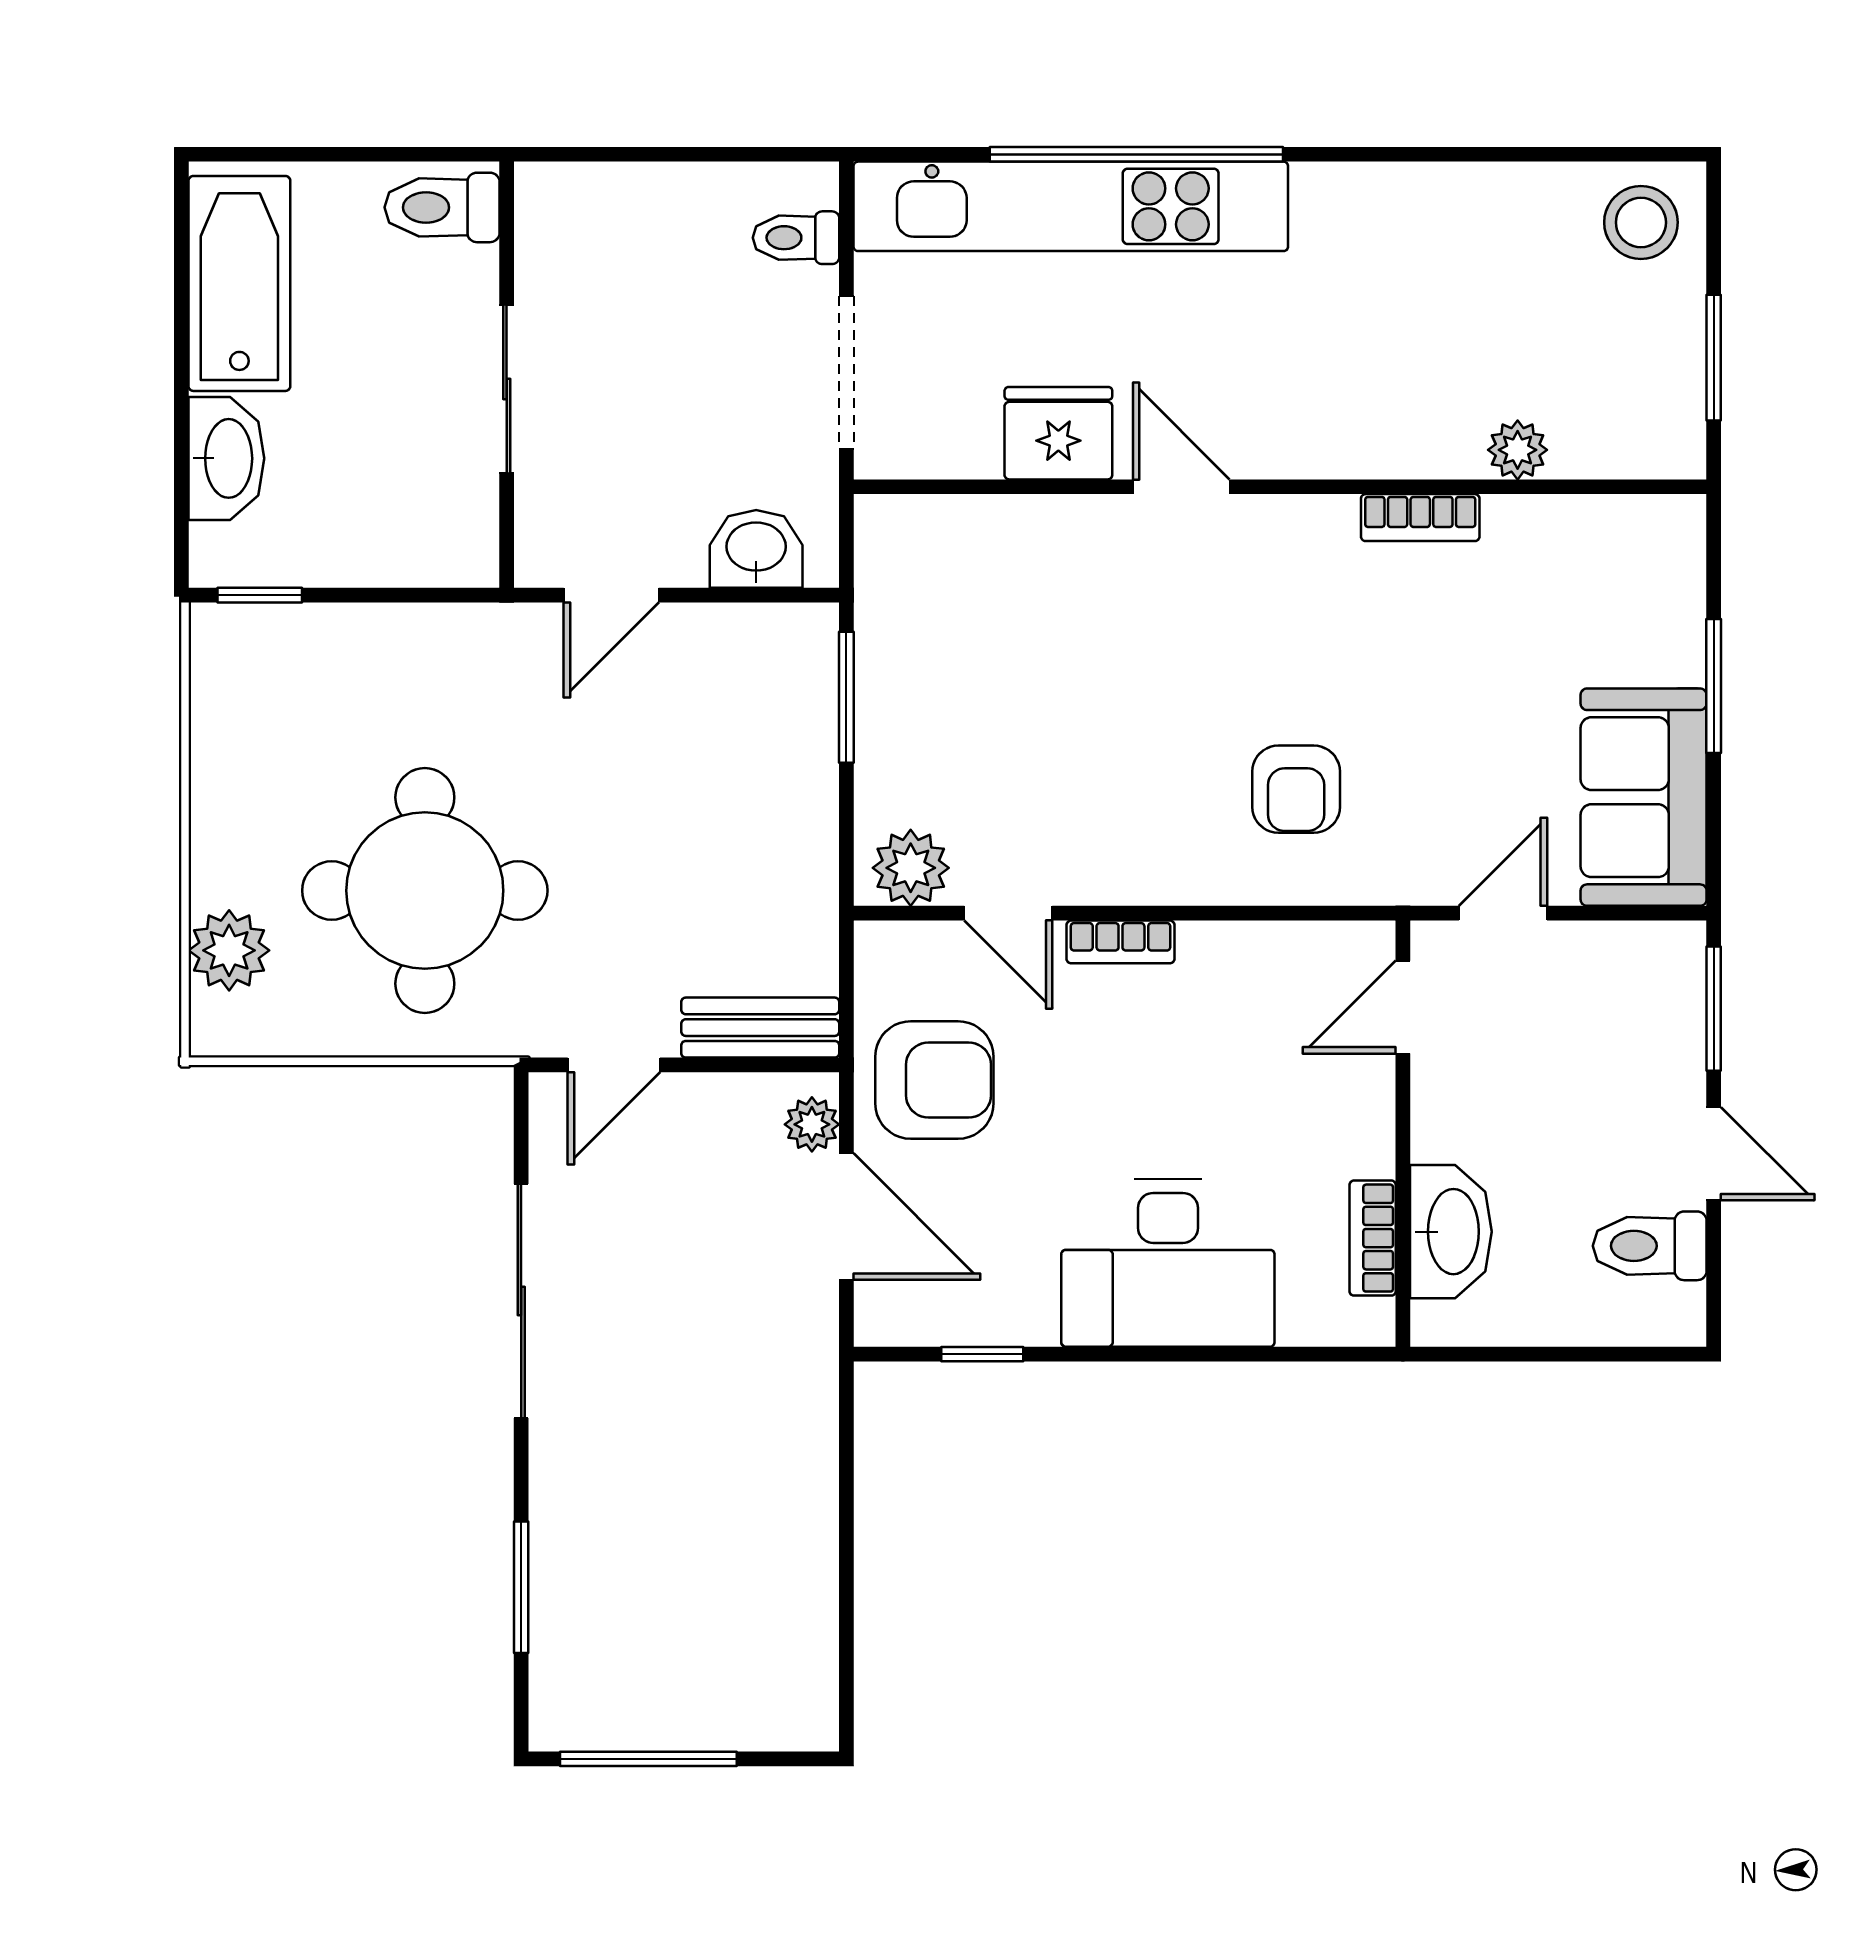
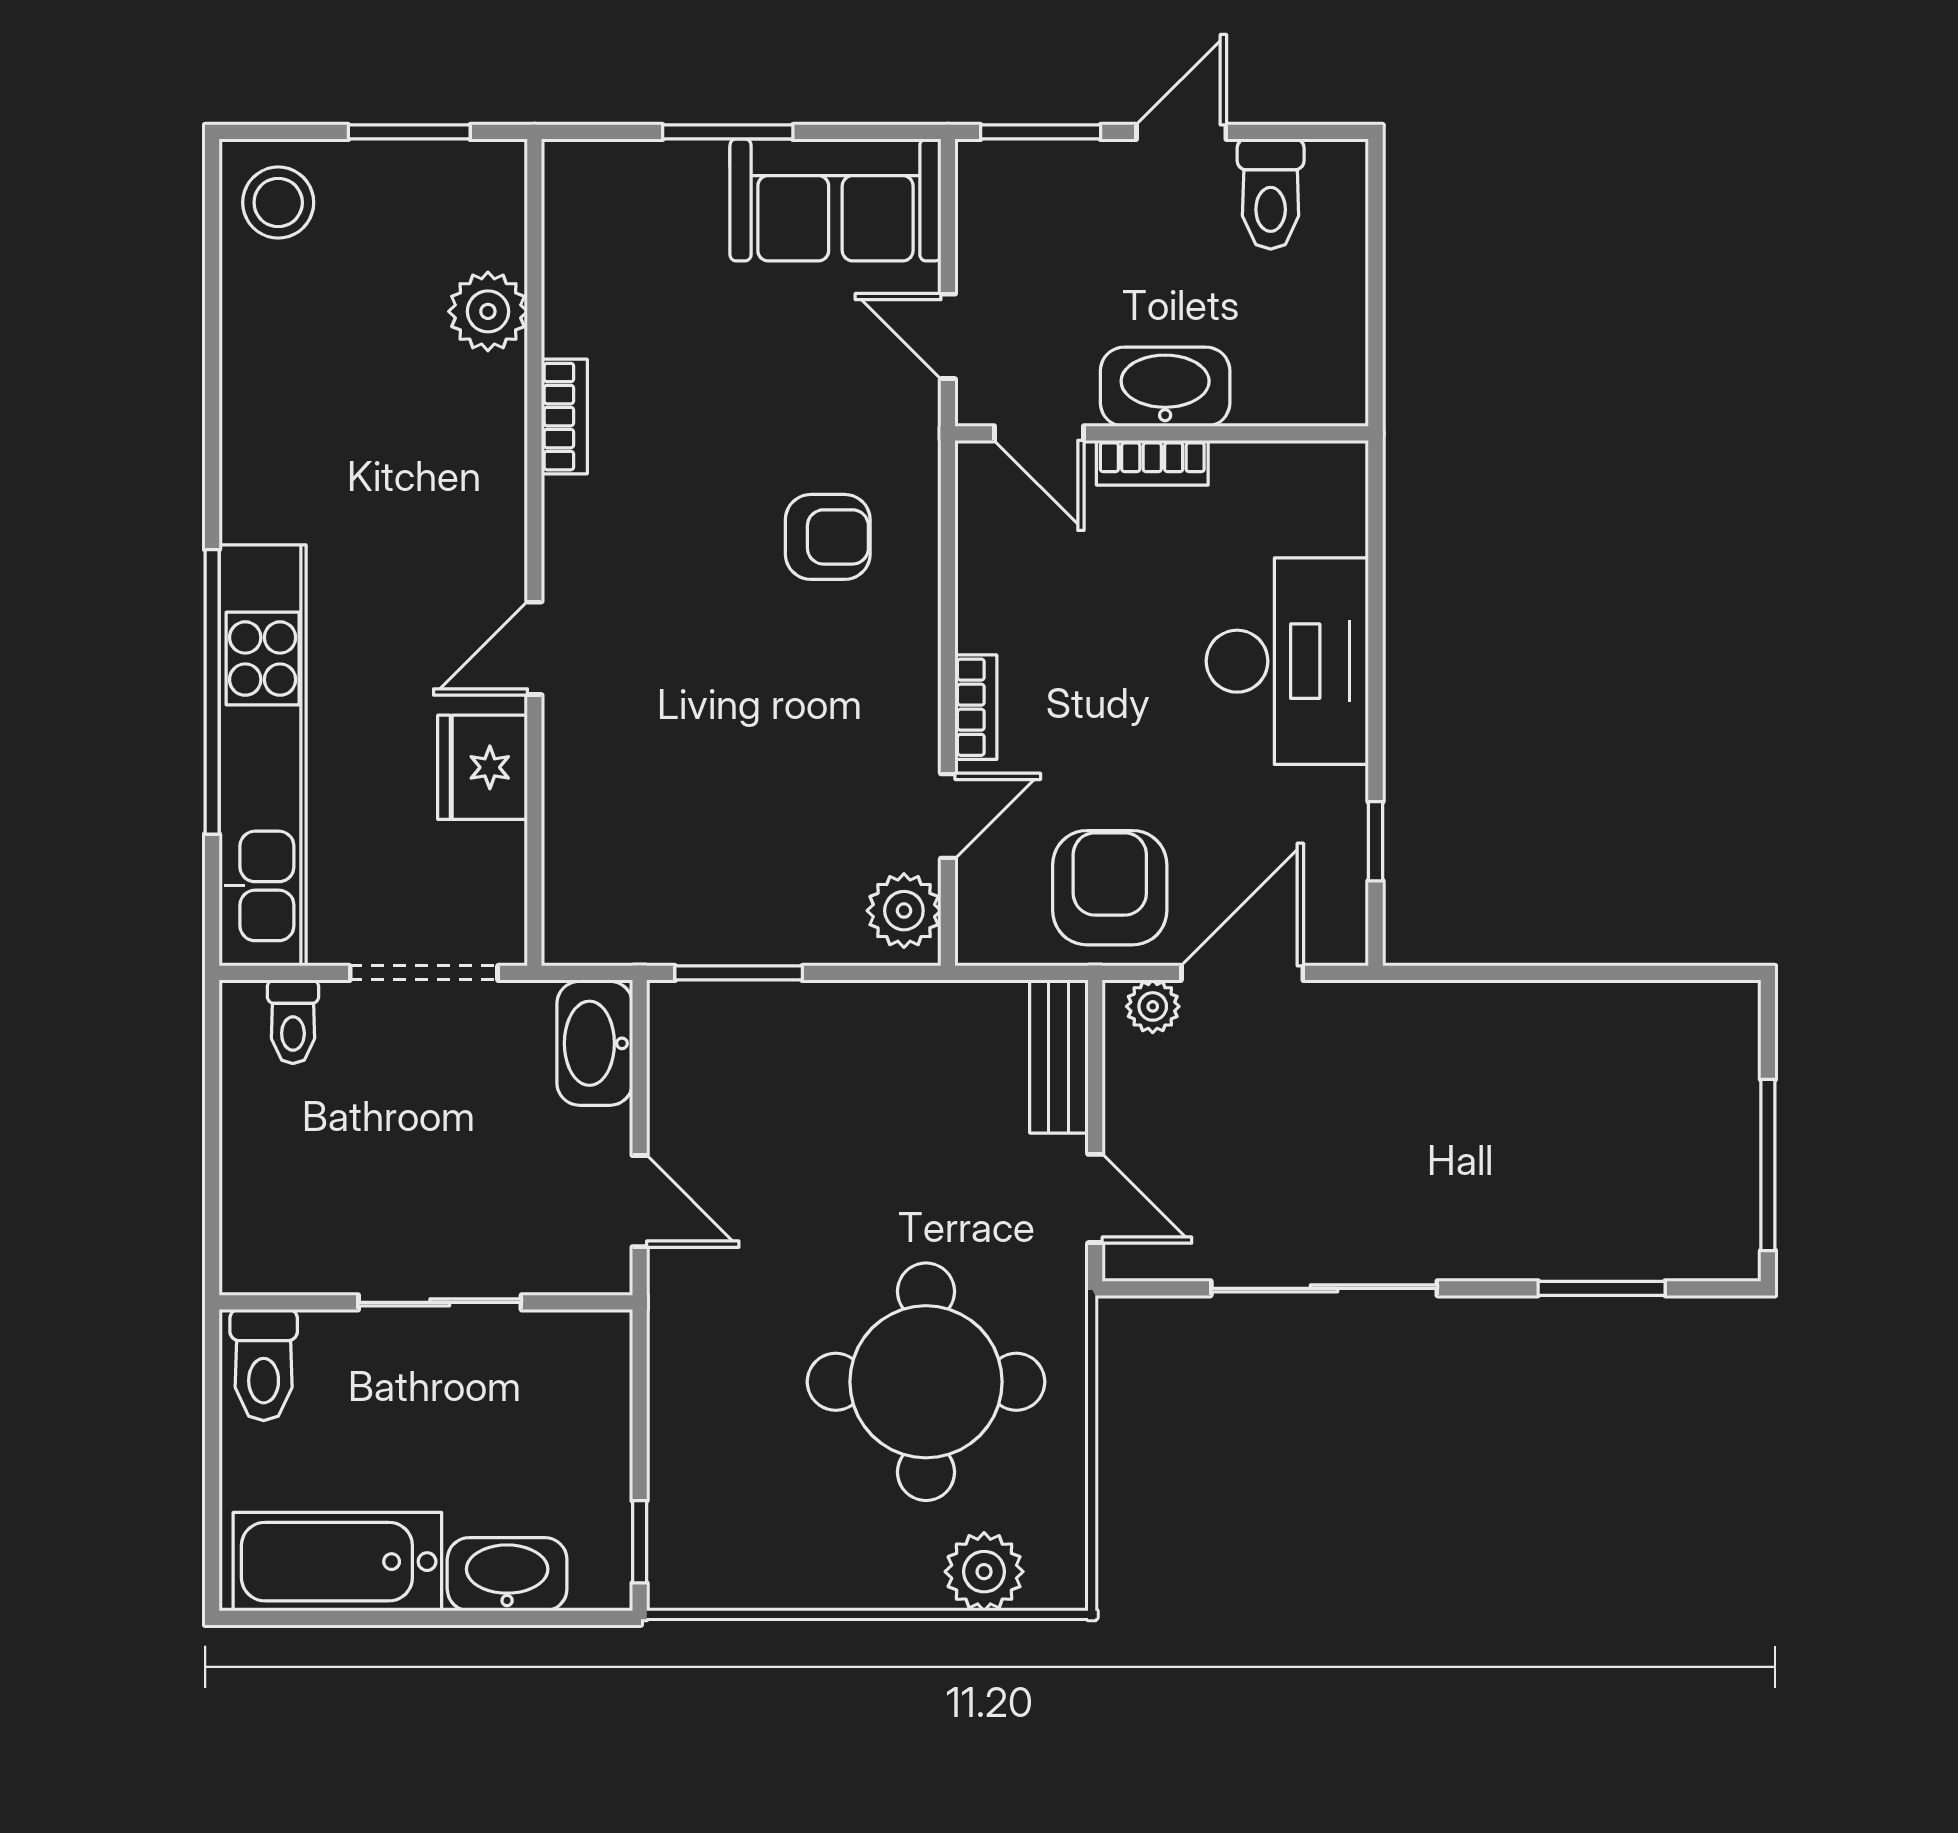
plant: (1518, 450) -> (488, 311), width x1.38, depth x1.38
washbasin: (756, 549) -> (595, 1043), width x1.38
washbasin: (1451, 1232) -> (1165, 387), moved
bookcase: (1373, 1238) -> (1152, 463), moved

